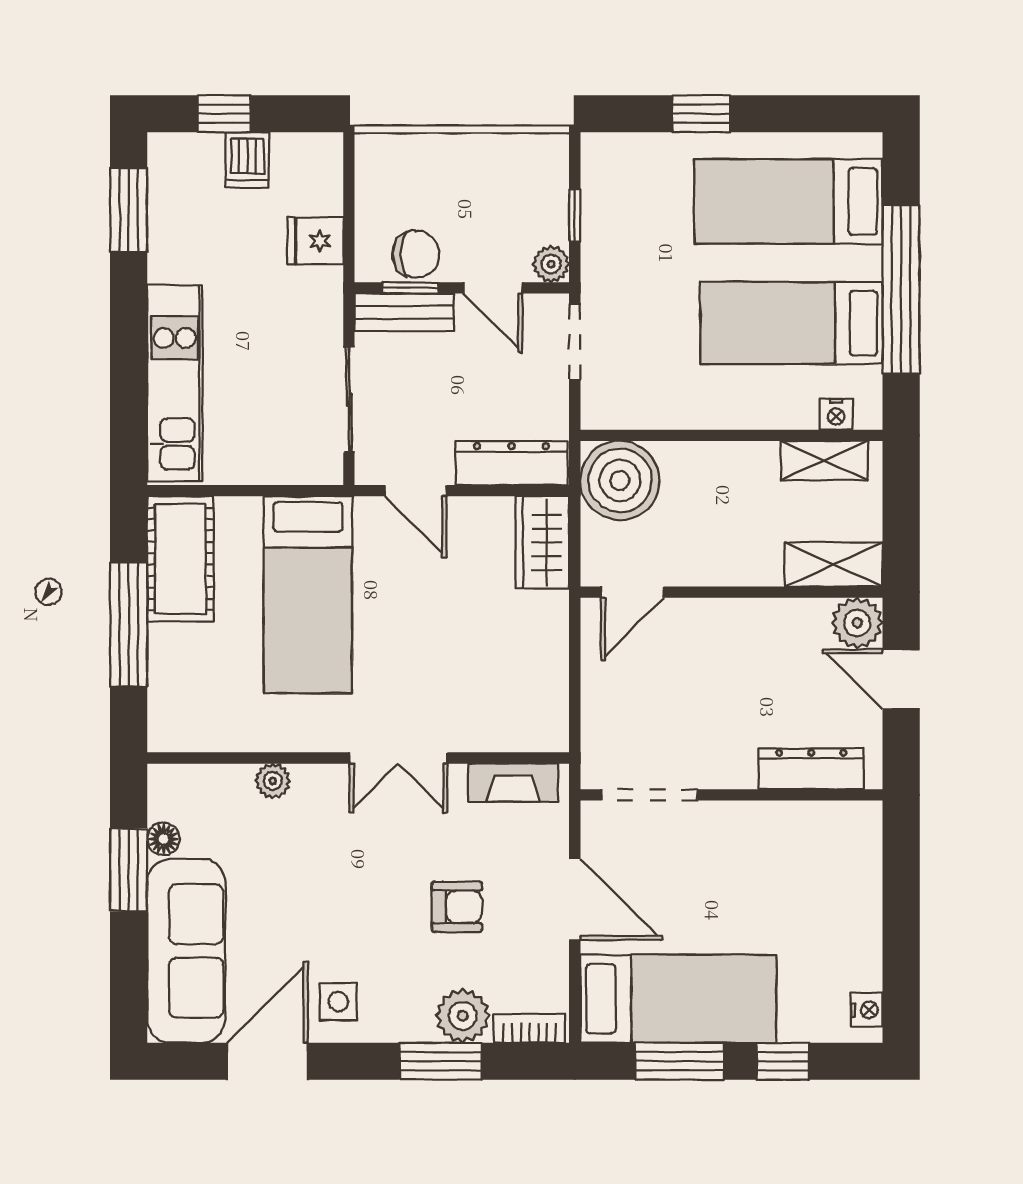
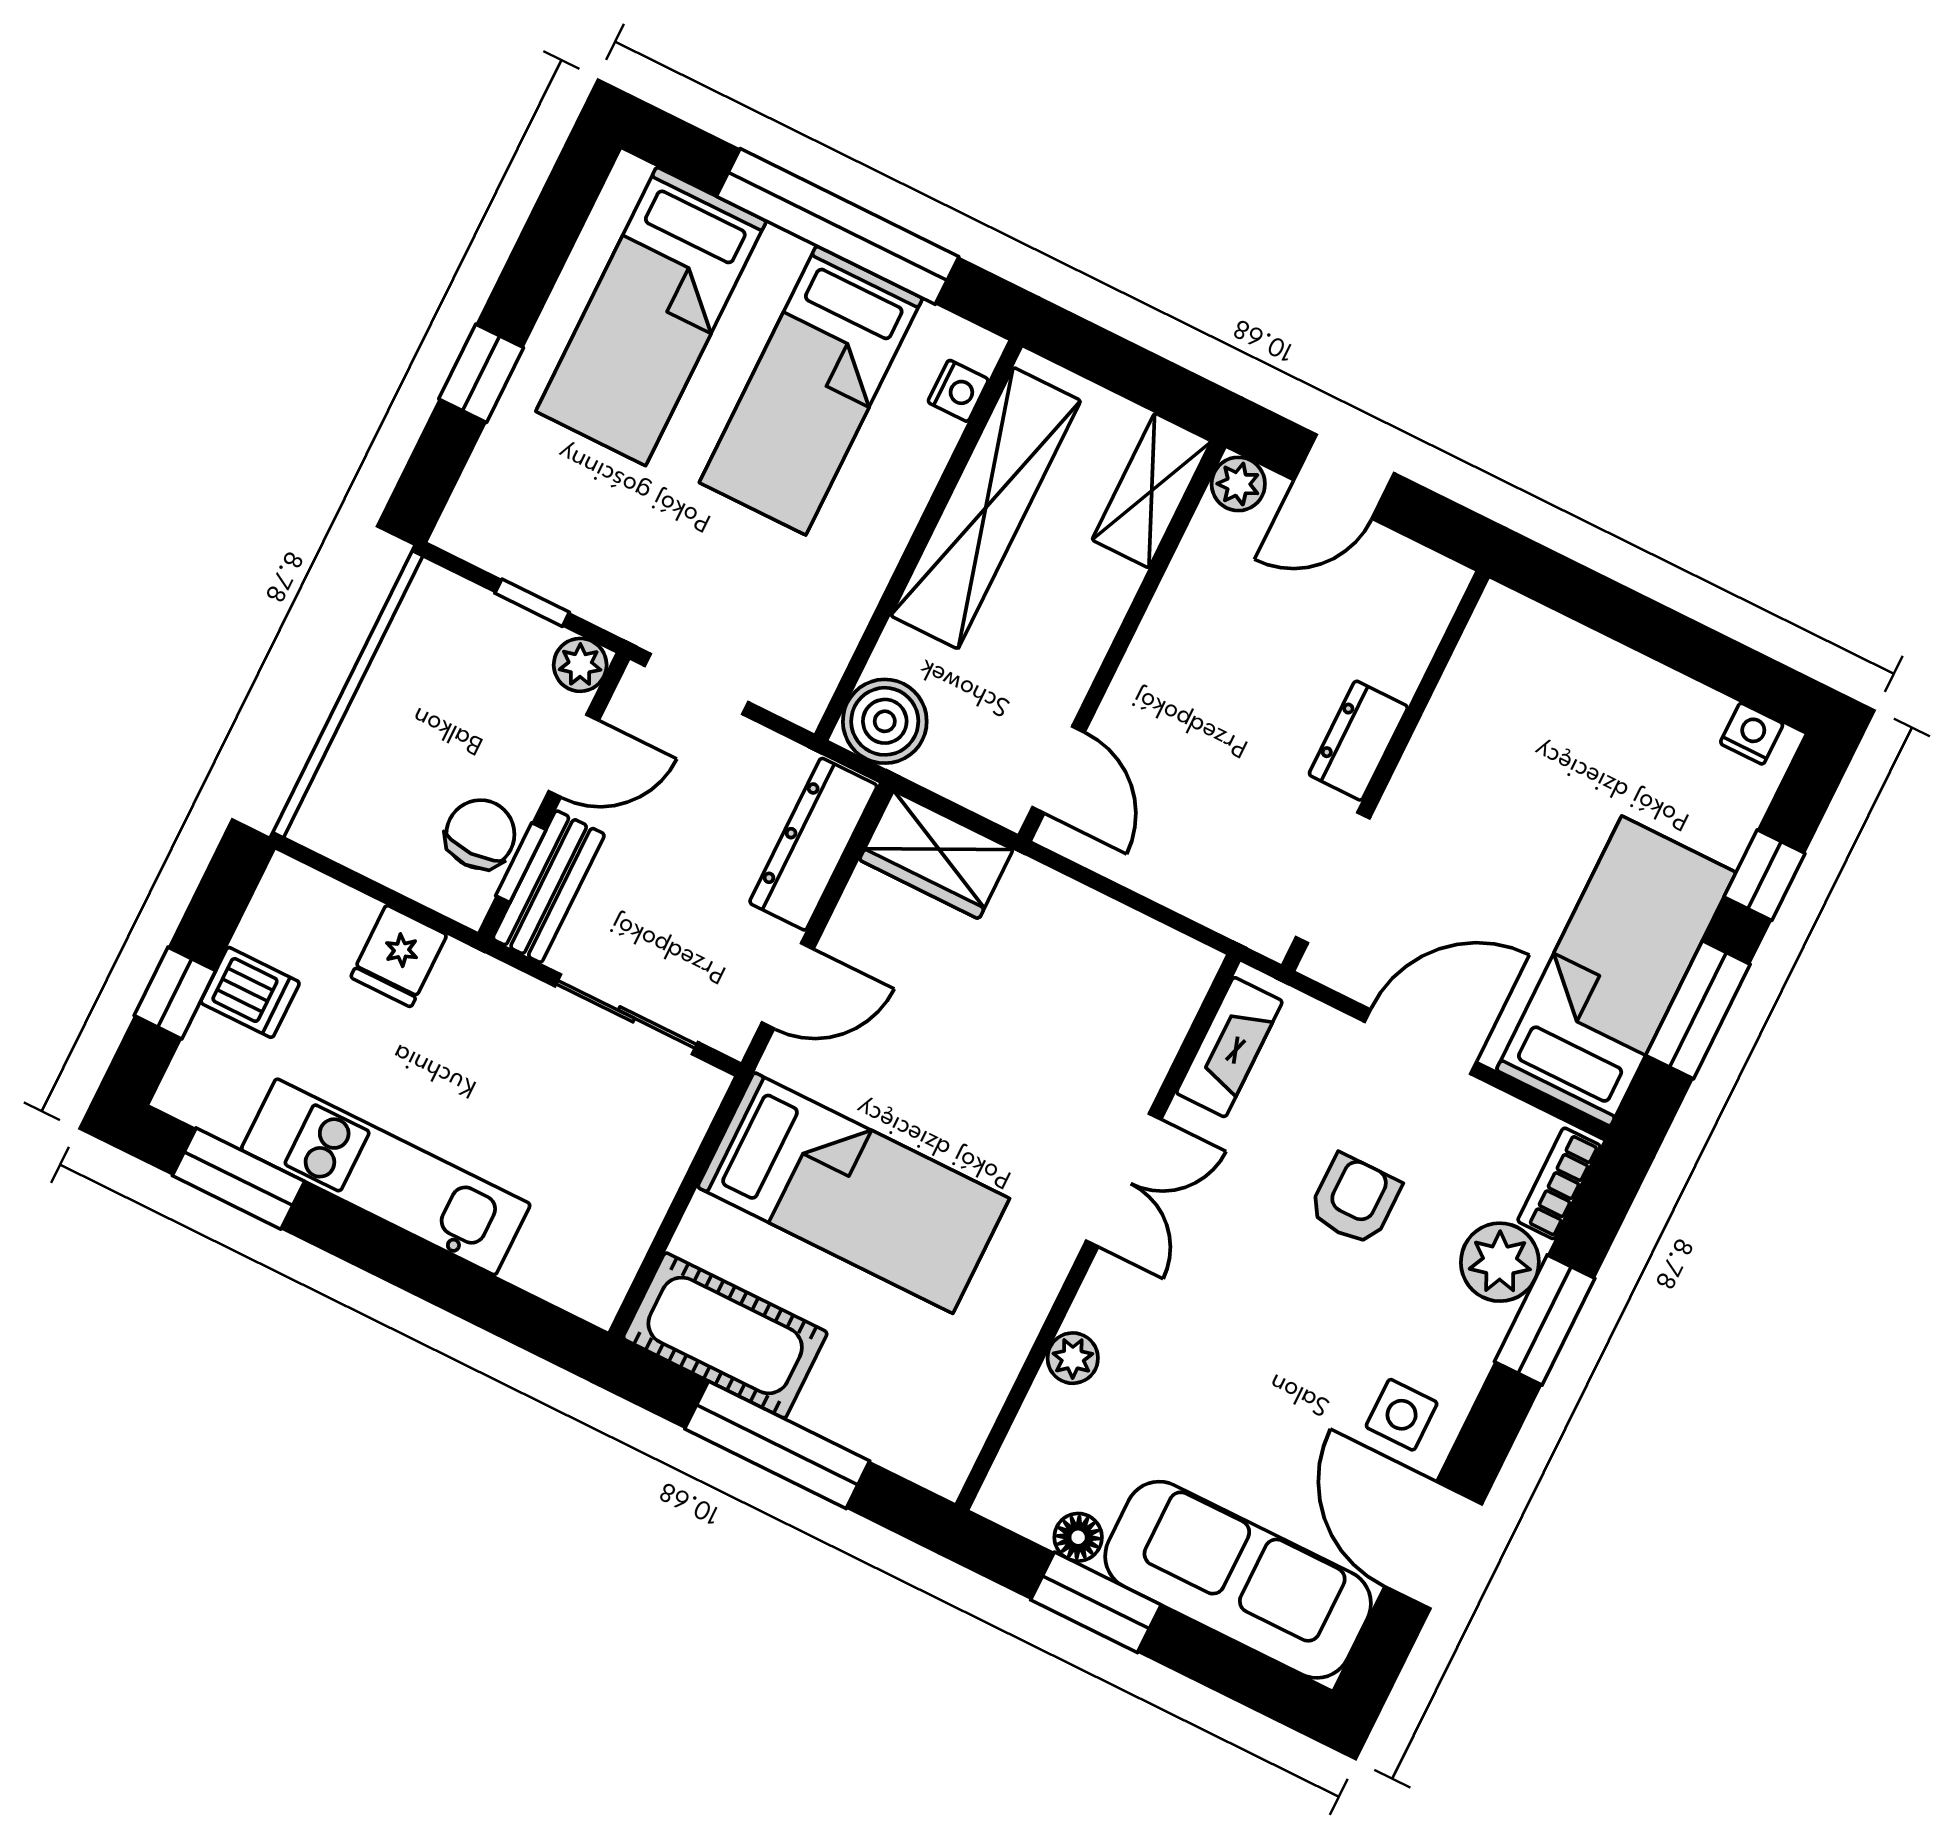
kitchen unit: (175, 383) -> (386, 1177), moved
shelving: (824, 460) -> (986, 508), width x2.20, depth x1.33
boiler: (620, 480) -> (885, 721), width x0.73, depth x0.73
plant: (857, 623) -> (1238, 484), width x0.73, depth x0.73
dresser: (811, 769) -> (1358, 741), moved, width x0.70

